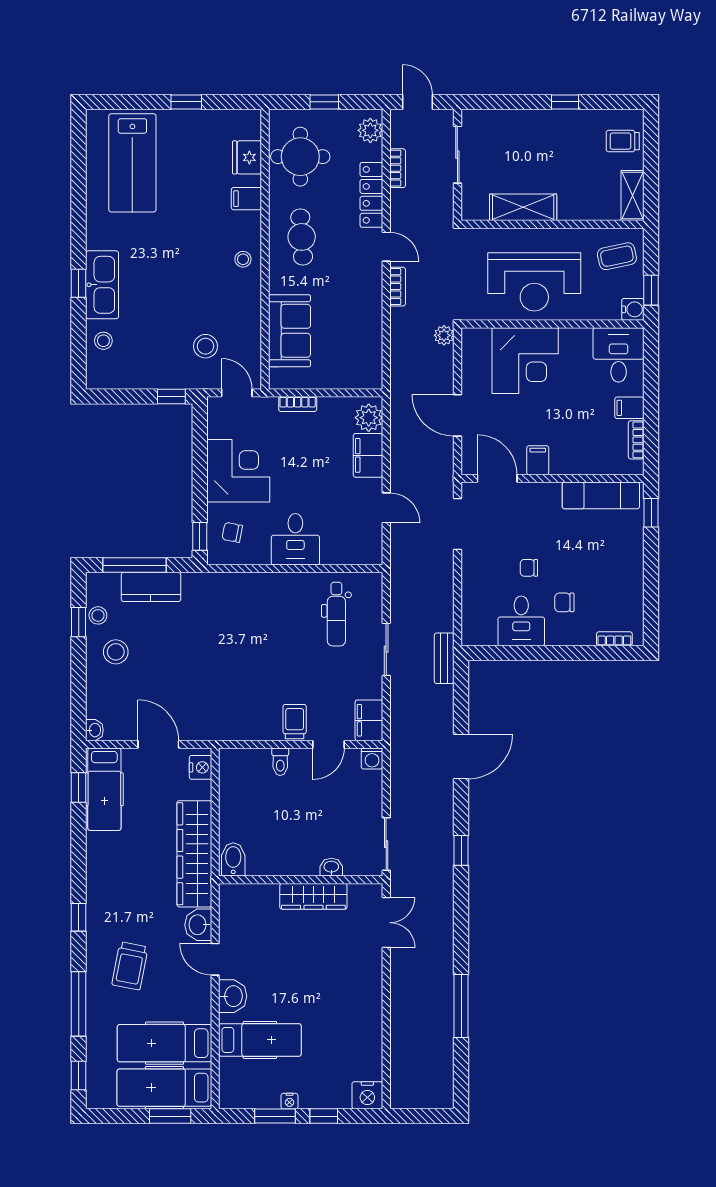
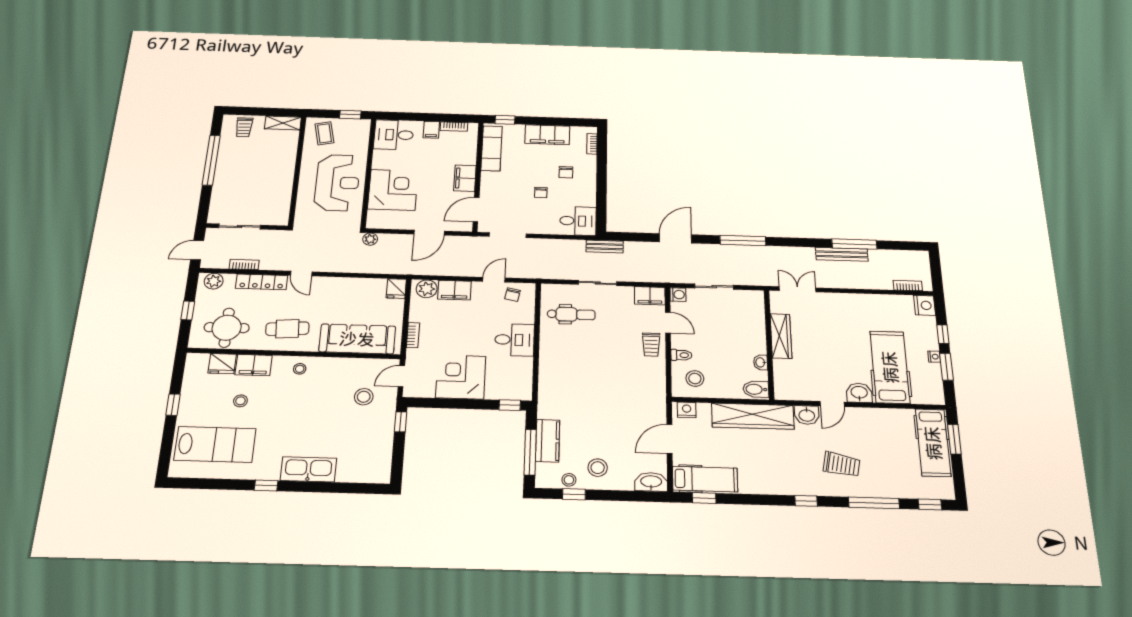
window: (565, 102) -> (211, 160), width x3.17
filing cabinet: (246, 199) -> (254, 365), width x2.00
shelving: (523, 207) -> (283, 188), removed
door: (386, 247) -> (301, 274), swing flipped
window: (79, 283) -> (266, 485), moved
bookcase: (398, 287) -> (908, 286), moved
water cooler: (633, 309) -> (363, 125), removed
sofa: (290, 331) -> (357, 339), width x1.36
stool: (103, 341) -> (240, 401), moved
fridge: (368, 377) -> (396, 289), added
filing cabinet: (538, 460) -> (465, 178), width x2.00
chair: (232, 532) -> (512, 295), moved
filing cabinet: (628, 574) -> (547, 135), added
desk: (521, 621) -> (578, 221), moved
trolley: (295, 722) -> (651, 345), turned -90
washbasin: (94, 730) -> (651, 482), width x1.91, depth x1.45
door: (461, 757) -> (675, 238), hinge flipped
stool: (246, 779) -> (695, 379), added
sliding door: (386, 844) -> (714, 287), moved
window: (461, 850) -> (743, 241), width x2.17
washbasin: (331, 867) -> (761, 362), moved
bench: (444, 987) -> (842, 254), added
hospital bed: (260, 1040) -> (890, 367), width x1.37, depth x1.29
hospital bed: (165, 1043) -> (899, 441), removed

